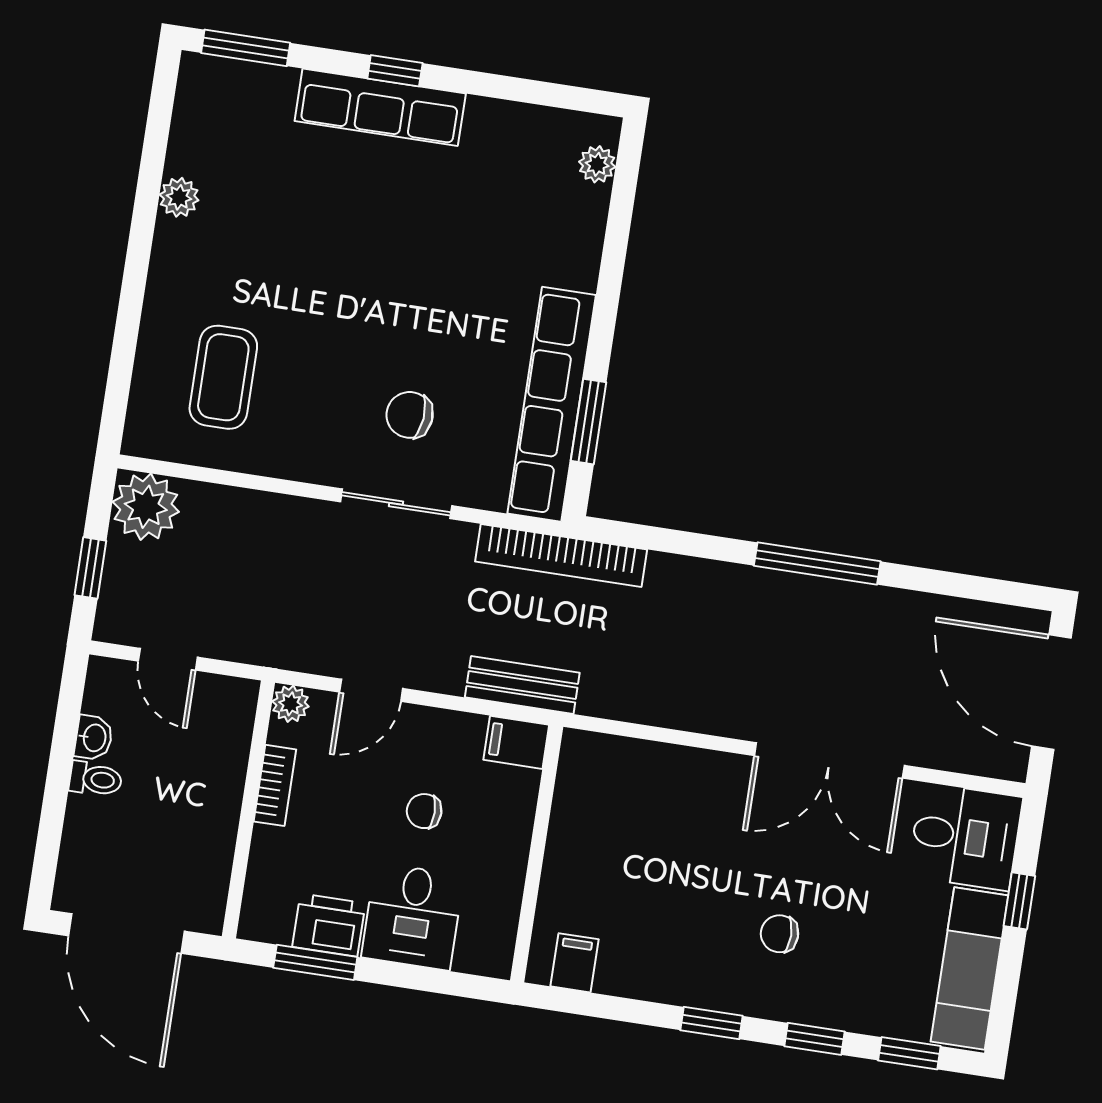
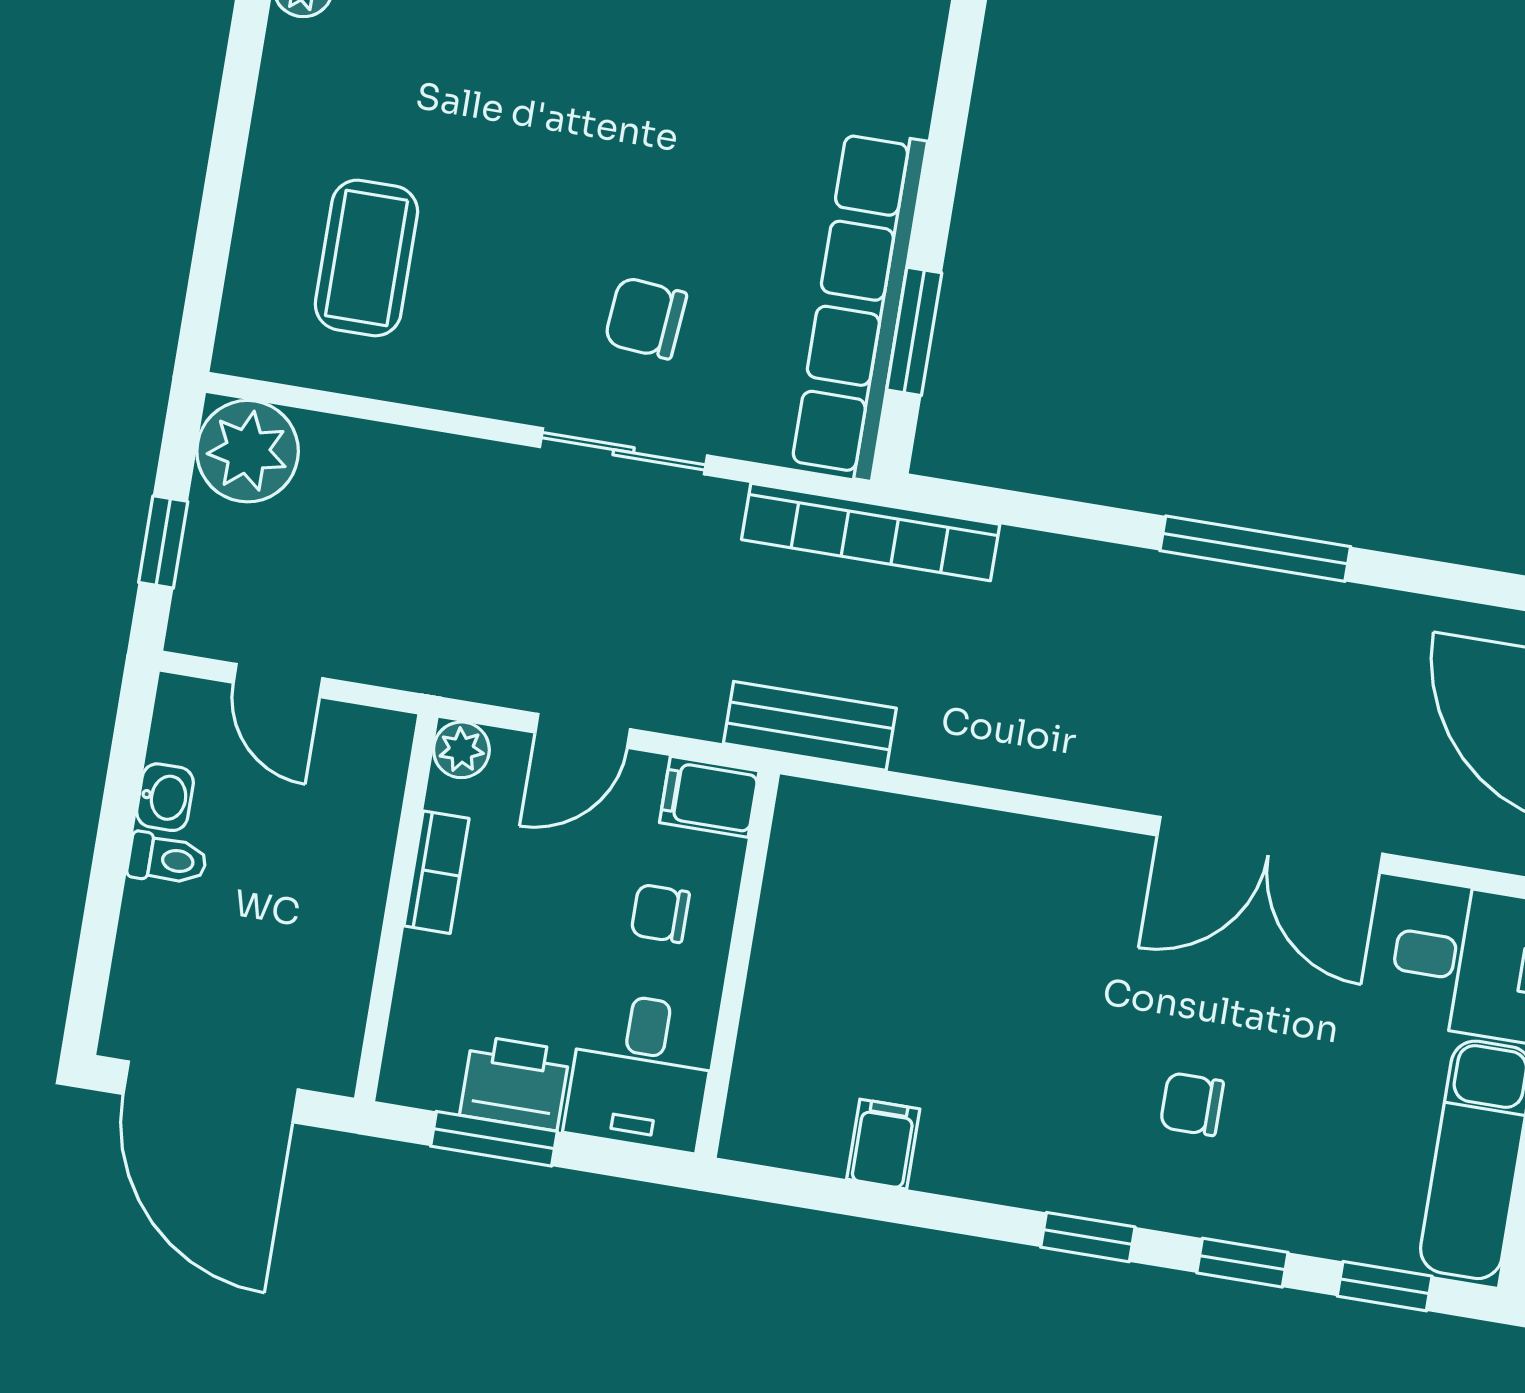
filing cabinet: (516, 742) -> (709, 797), moved
wall: (537, 854) -> (738, 964), moved

